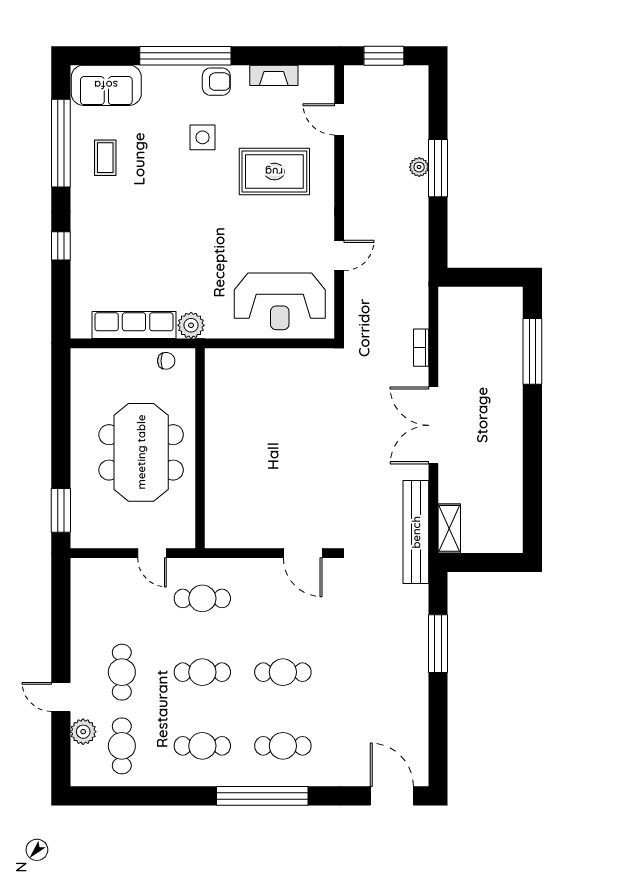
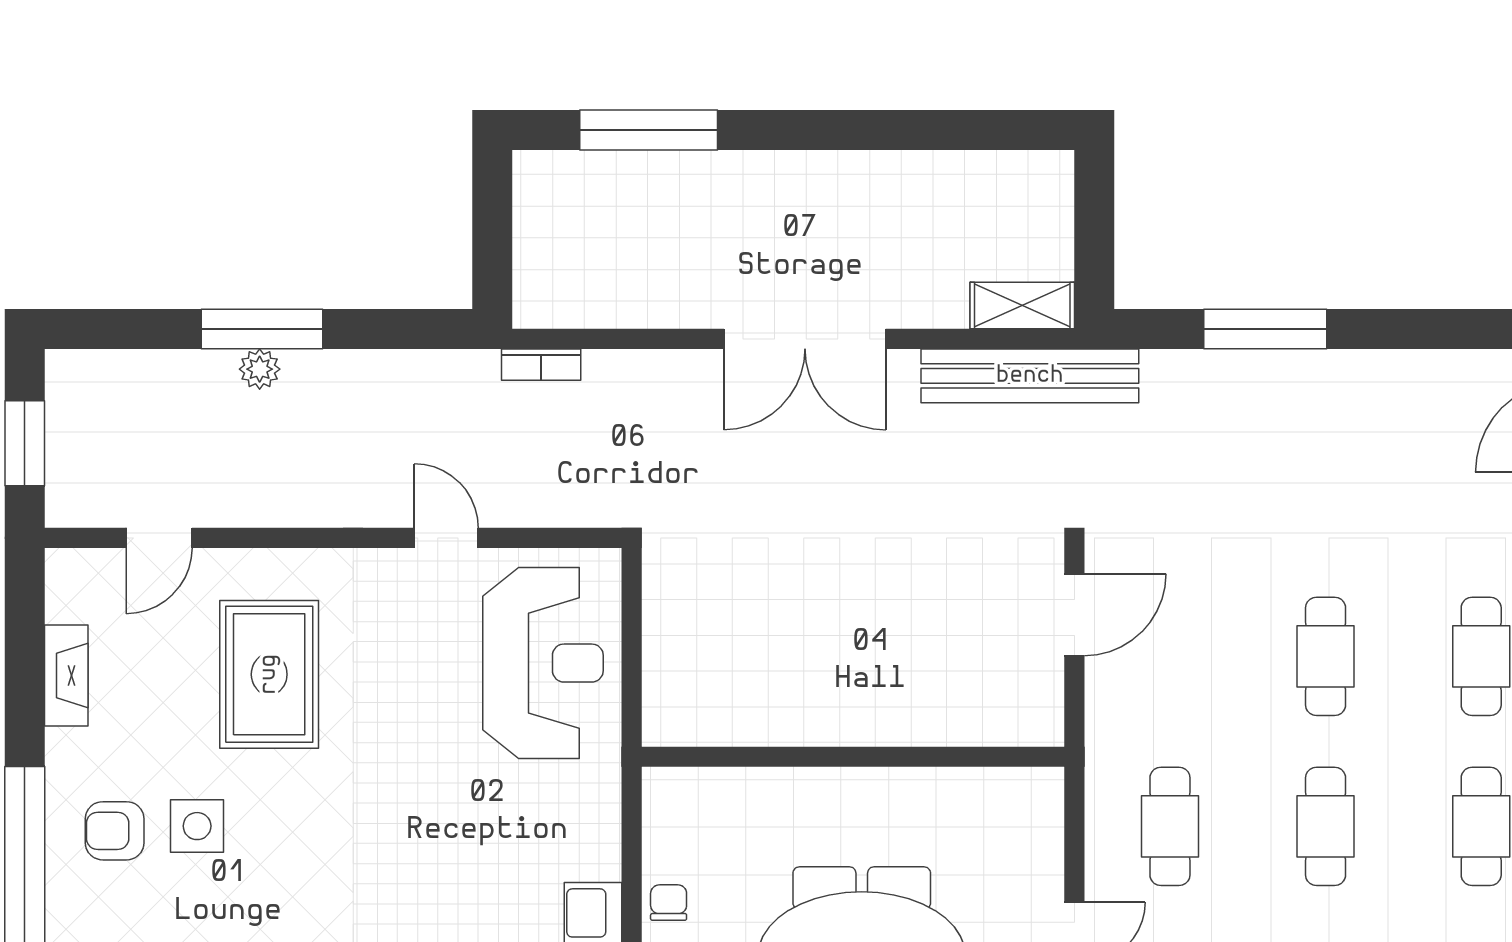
armchair: (216, 82) -> (115, 831), moved, turned -90
plant: (191, 325) -> (594, 850), removed
bookcase: (421, 348) -> (541, 365), moved
wall: (200, 448) -> (853, 757), moved

